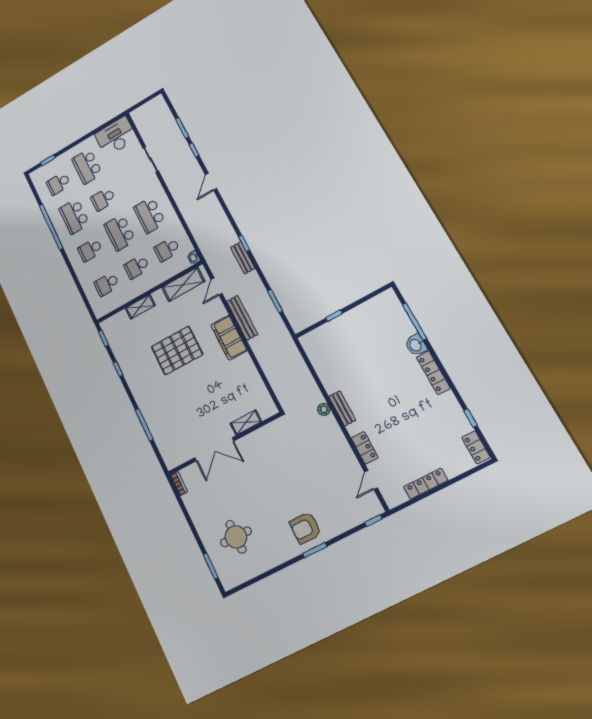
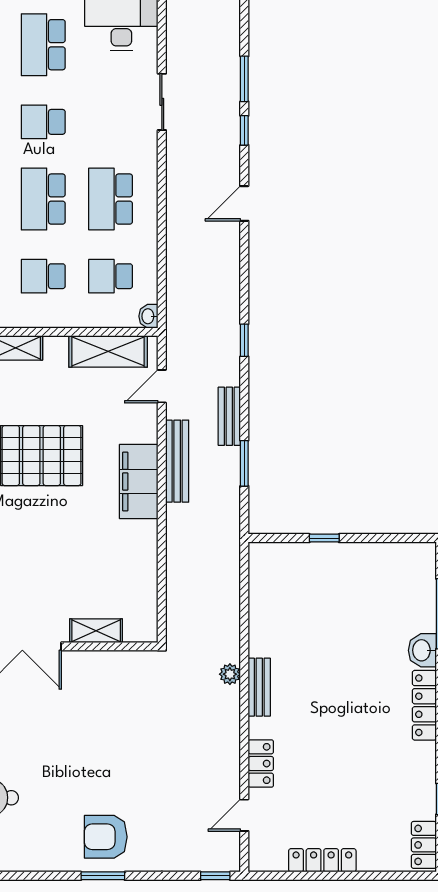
bench: (243, 258) -> (229, 416), moved

